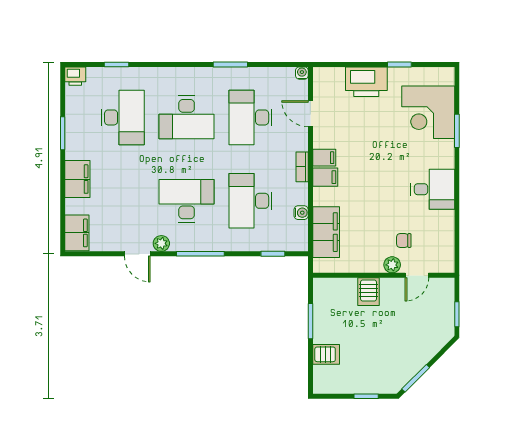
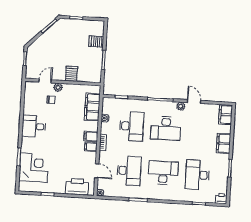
printer: (366, 82) -> (77, 187), moved

